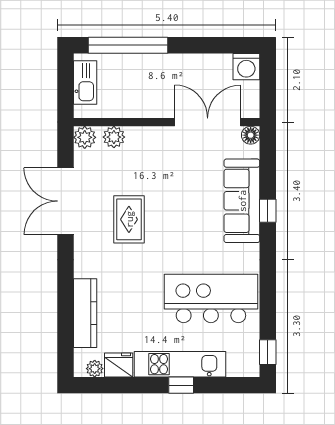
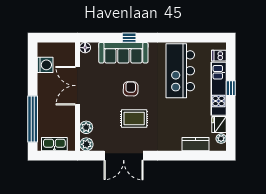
washing machine: (246, 67) -> (45, 65), moved
double door: (208, 122) -> (77, 86), moved
armchair: (180, 213) -> (131, 89), added
kitchen counter: (85, 313) -> (196, 144), width x0.67
window: (268, 352) -> (212, 38), removed
dishwasher: (237, 365) -> (219, 56), added

